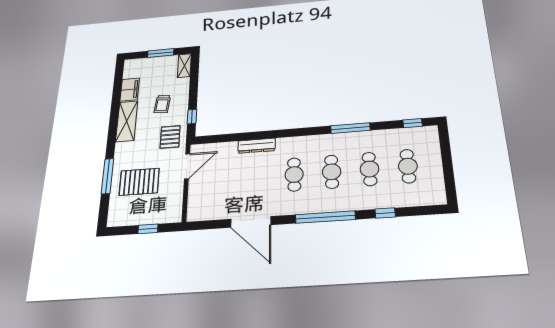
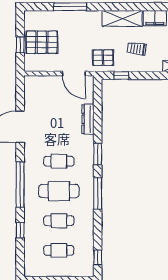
window: (350, 128) -> (98, 193), moved
window: (285, 133) -> (98, 154), added
dresser: (257, 146) -> (88, 119), moved
cafe table: (332, 172) -> (59, 191), width x1.37, depth x1.35
pallet: (139, 182) -> (42, 42), moved, turned 90

